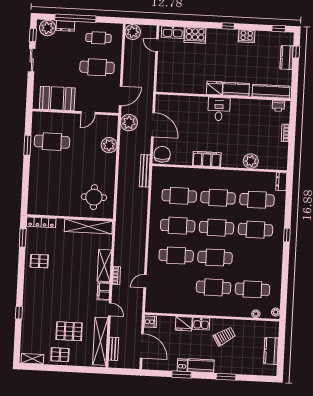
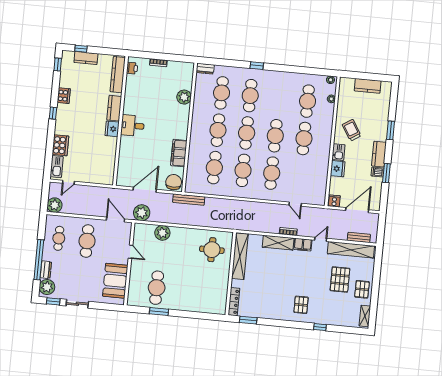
chair: (162, 154) -> (174, 182), turned 90
filing cabinet: (207, 159) -> (179, 153), moved
pallet: (39, 261) -> (301, 305), moved

